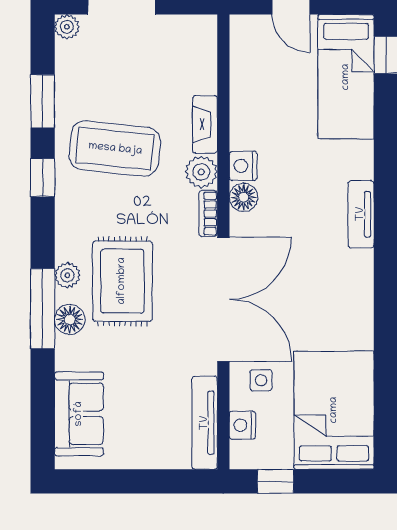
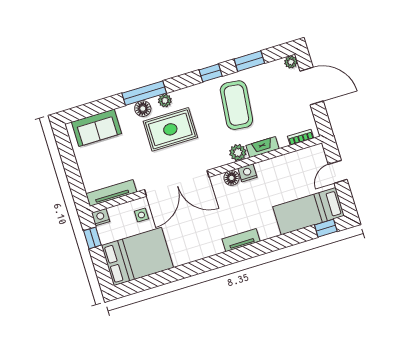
bookcase: (208, 214) -> (301, 137), moved
nightstand: (242, 425) -> (101, 217), moved

